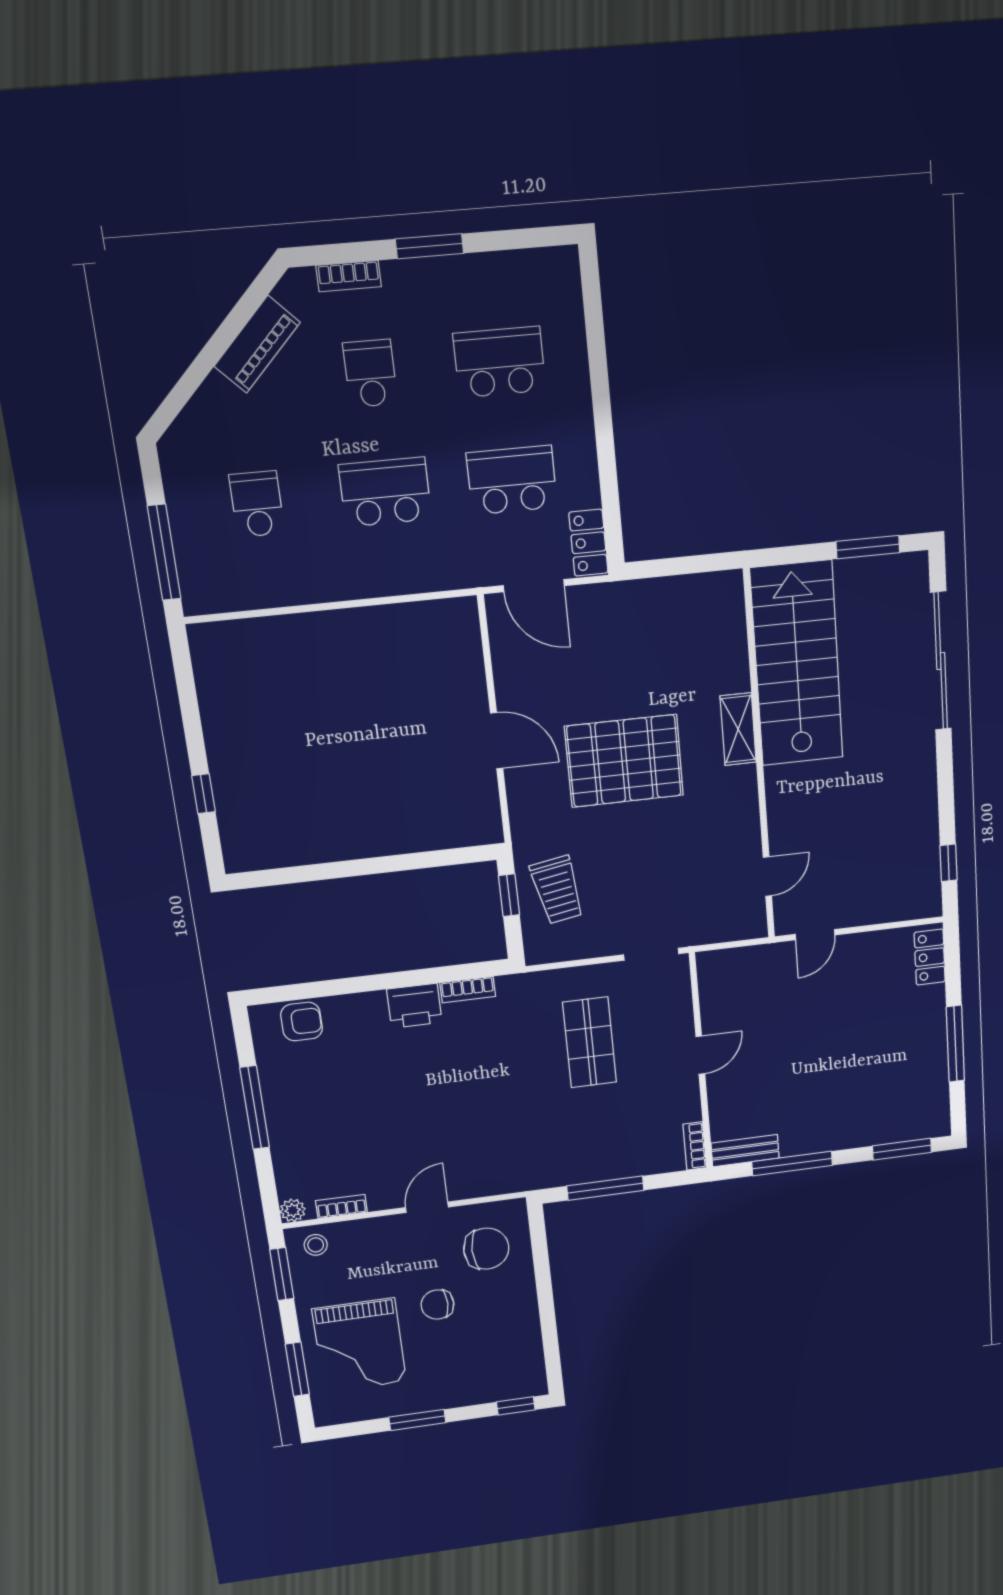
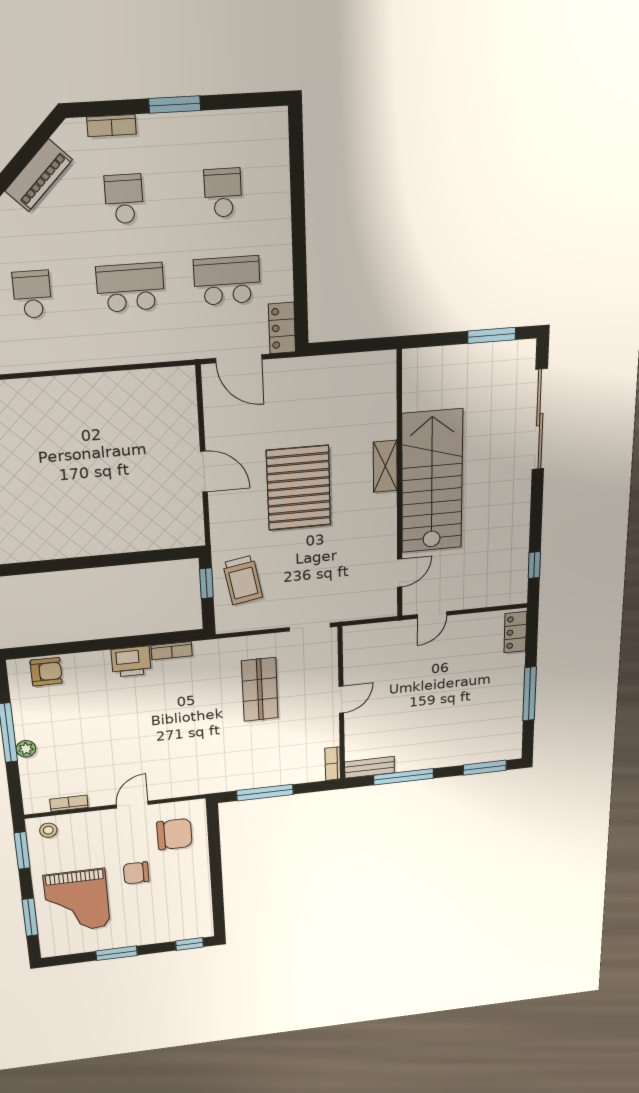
school desk: (500, 362) -> (223, 193), width x0.54
stairs: (797, 664) -> (432, 481), moved
pallet: (624, 761) -> (299, 488), turned 90
plant: (293, 1210) -> (26, 749), moved

